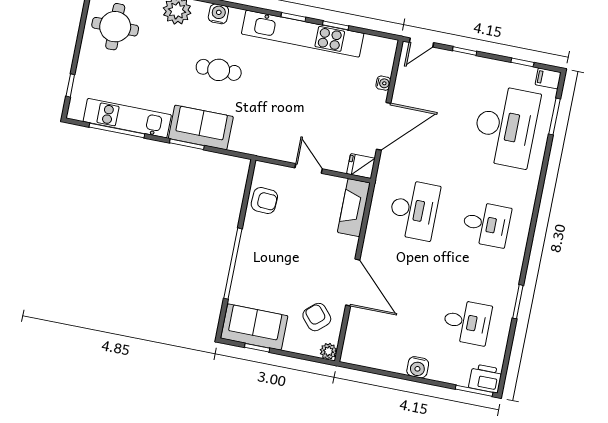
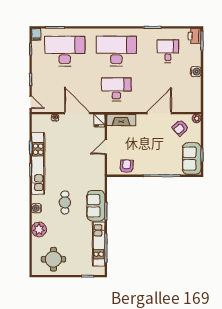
desk: (486, 224) -> (116, 51), width x1.87, depth x1.30

